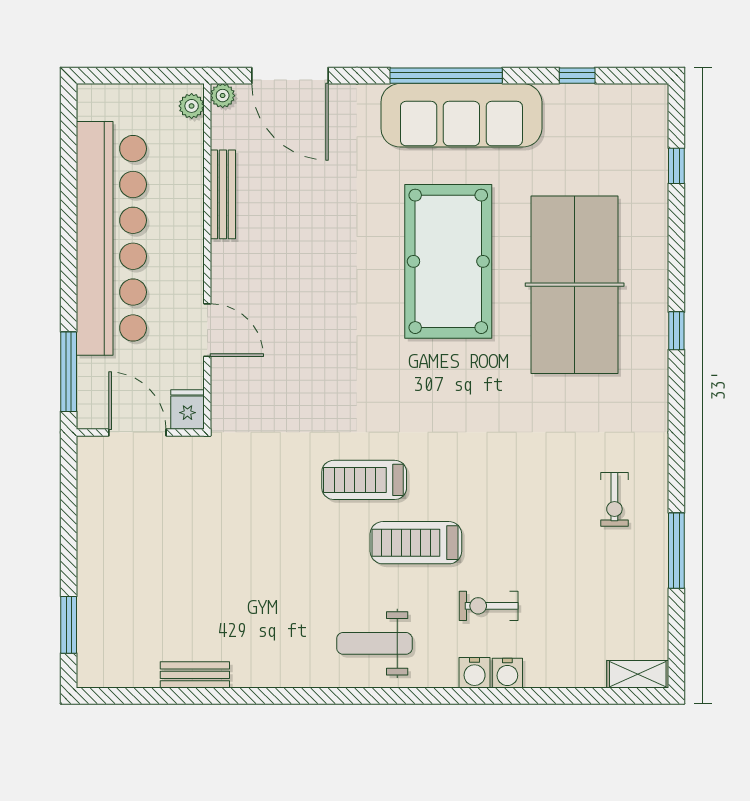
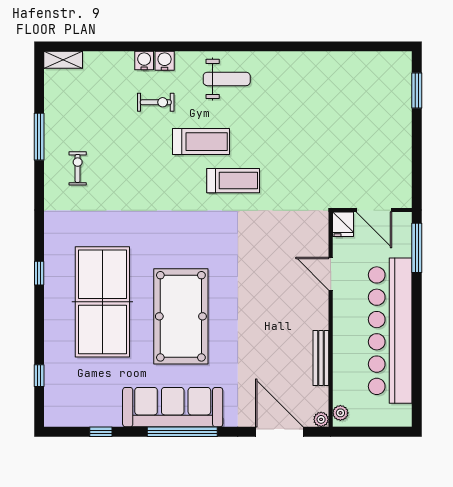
bench: (195, 675) -> (338, 59), removed

